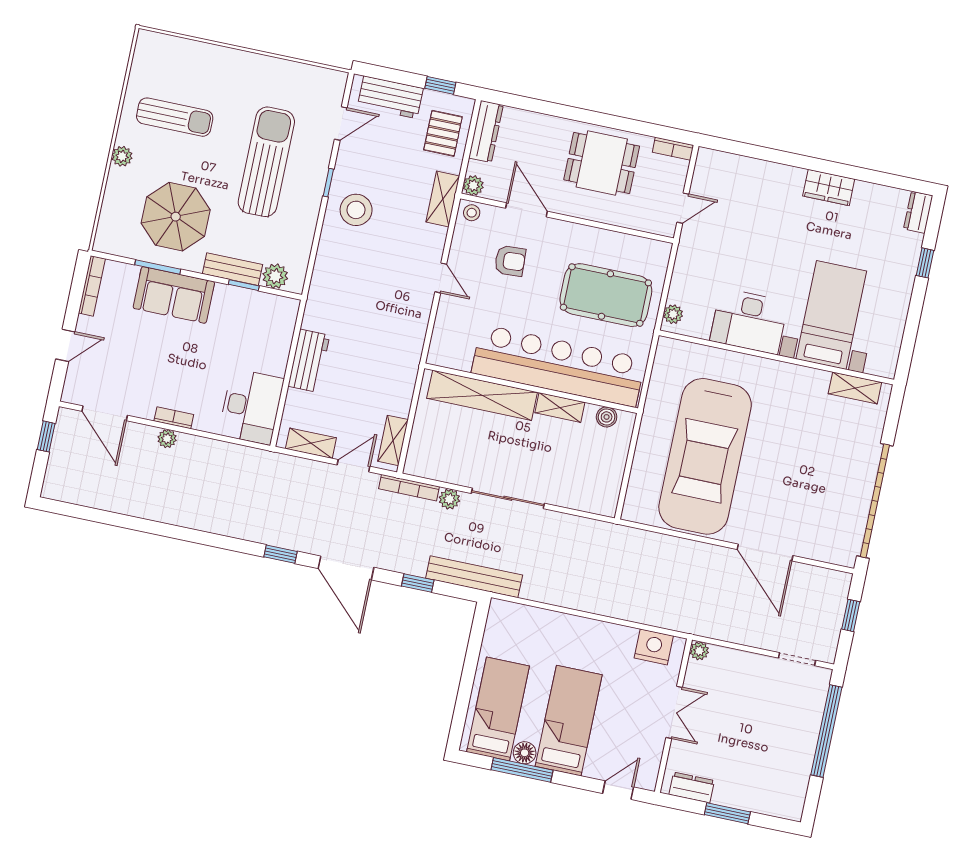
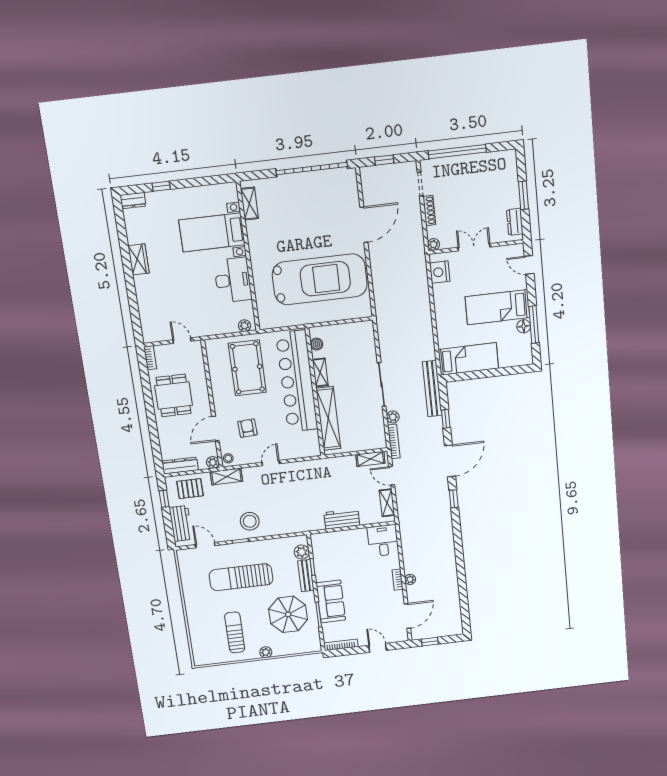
desk: (251, 407) -> (383, 541), width x0.73
shoe rack: (753, 660) -> (429, 211), added
bed: (498, 709) -> (468, 359), moved, turned 180

